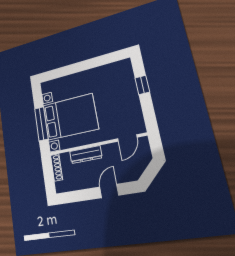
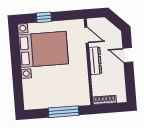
bed with nightstands: (70, 117) -> (43, 49), moved, turned 90
dresser: (86, 155) -> (95, 61), moved

